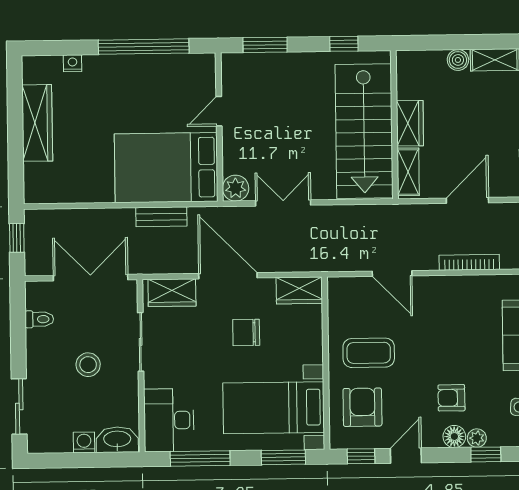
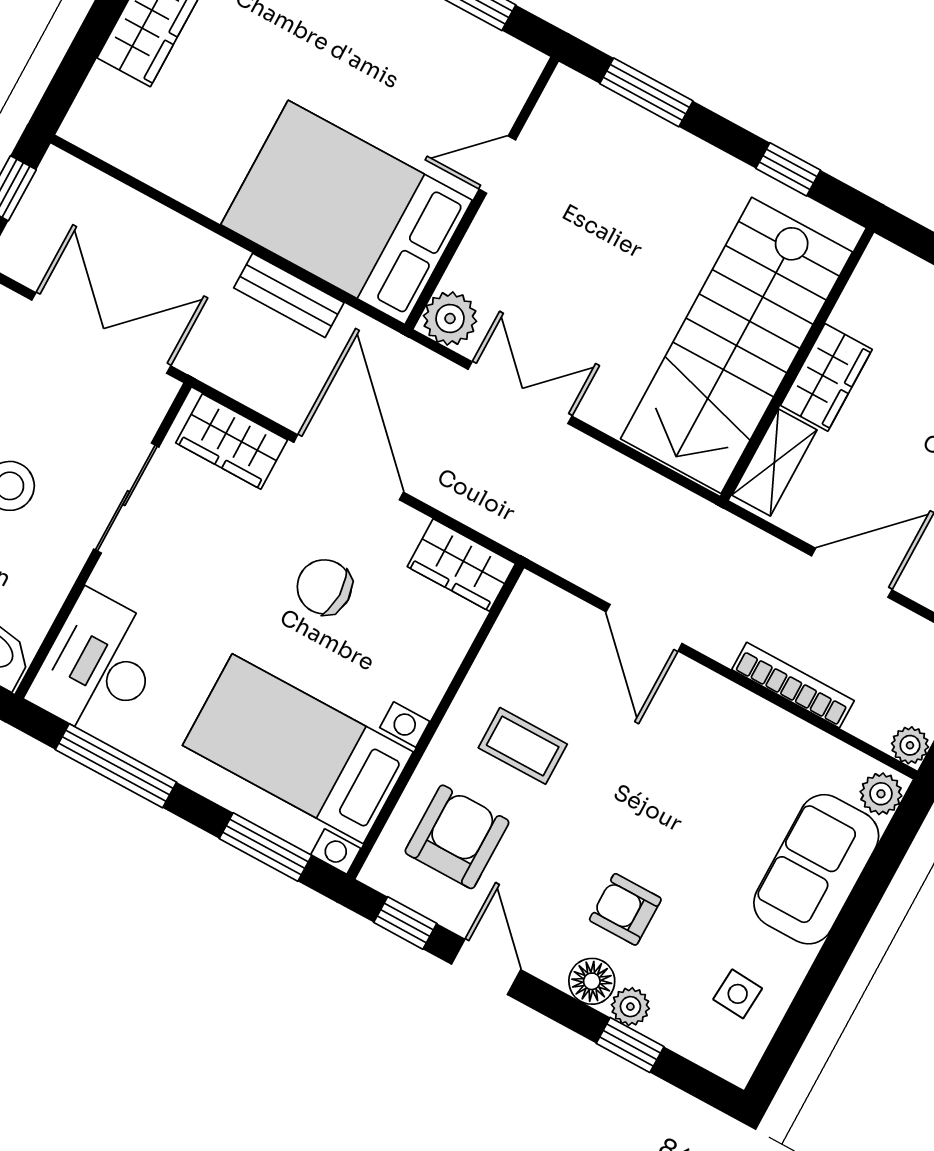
coffee table: (369, 353) -> (523, 746), width x0.73, depth x0.77
door: (406, 456) -> (486, 967), hinge flipped

